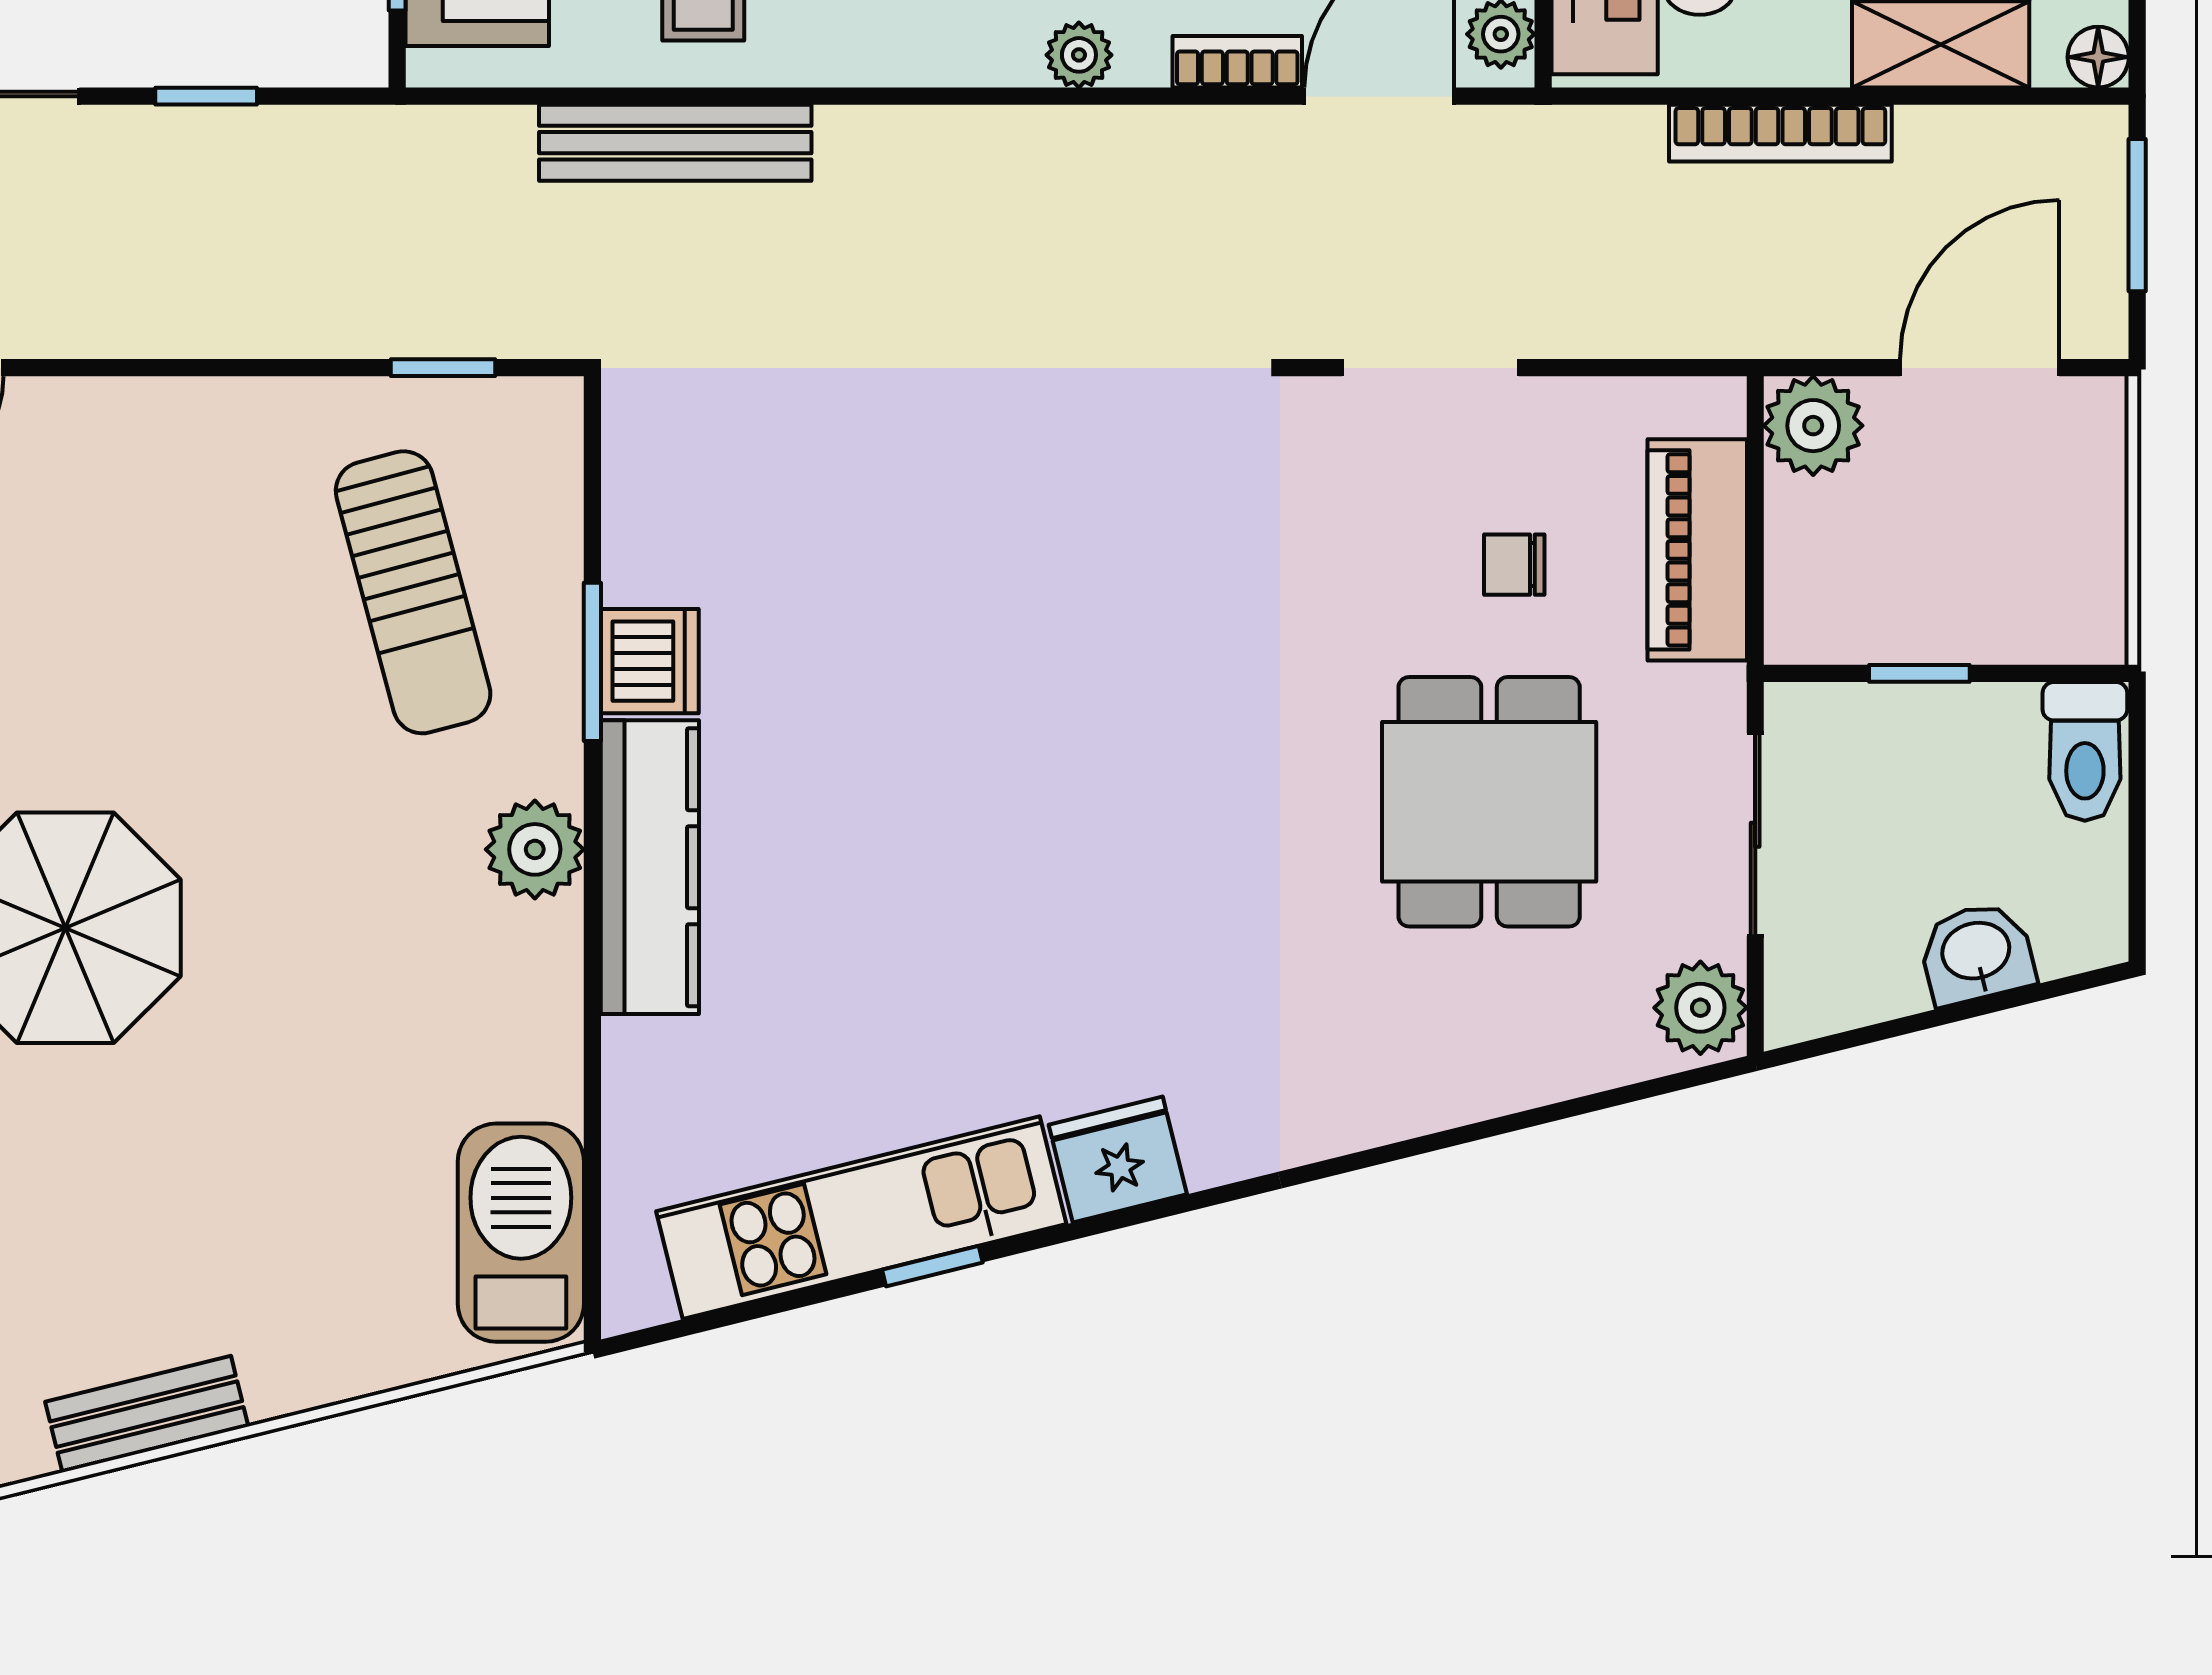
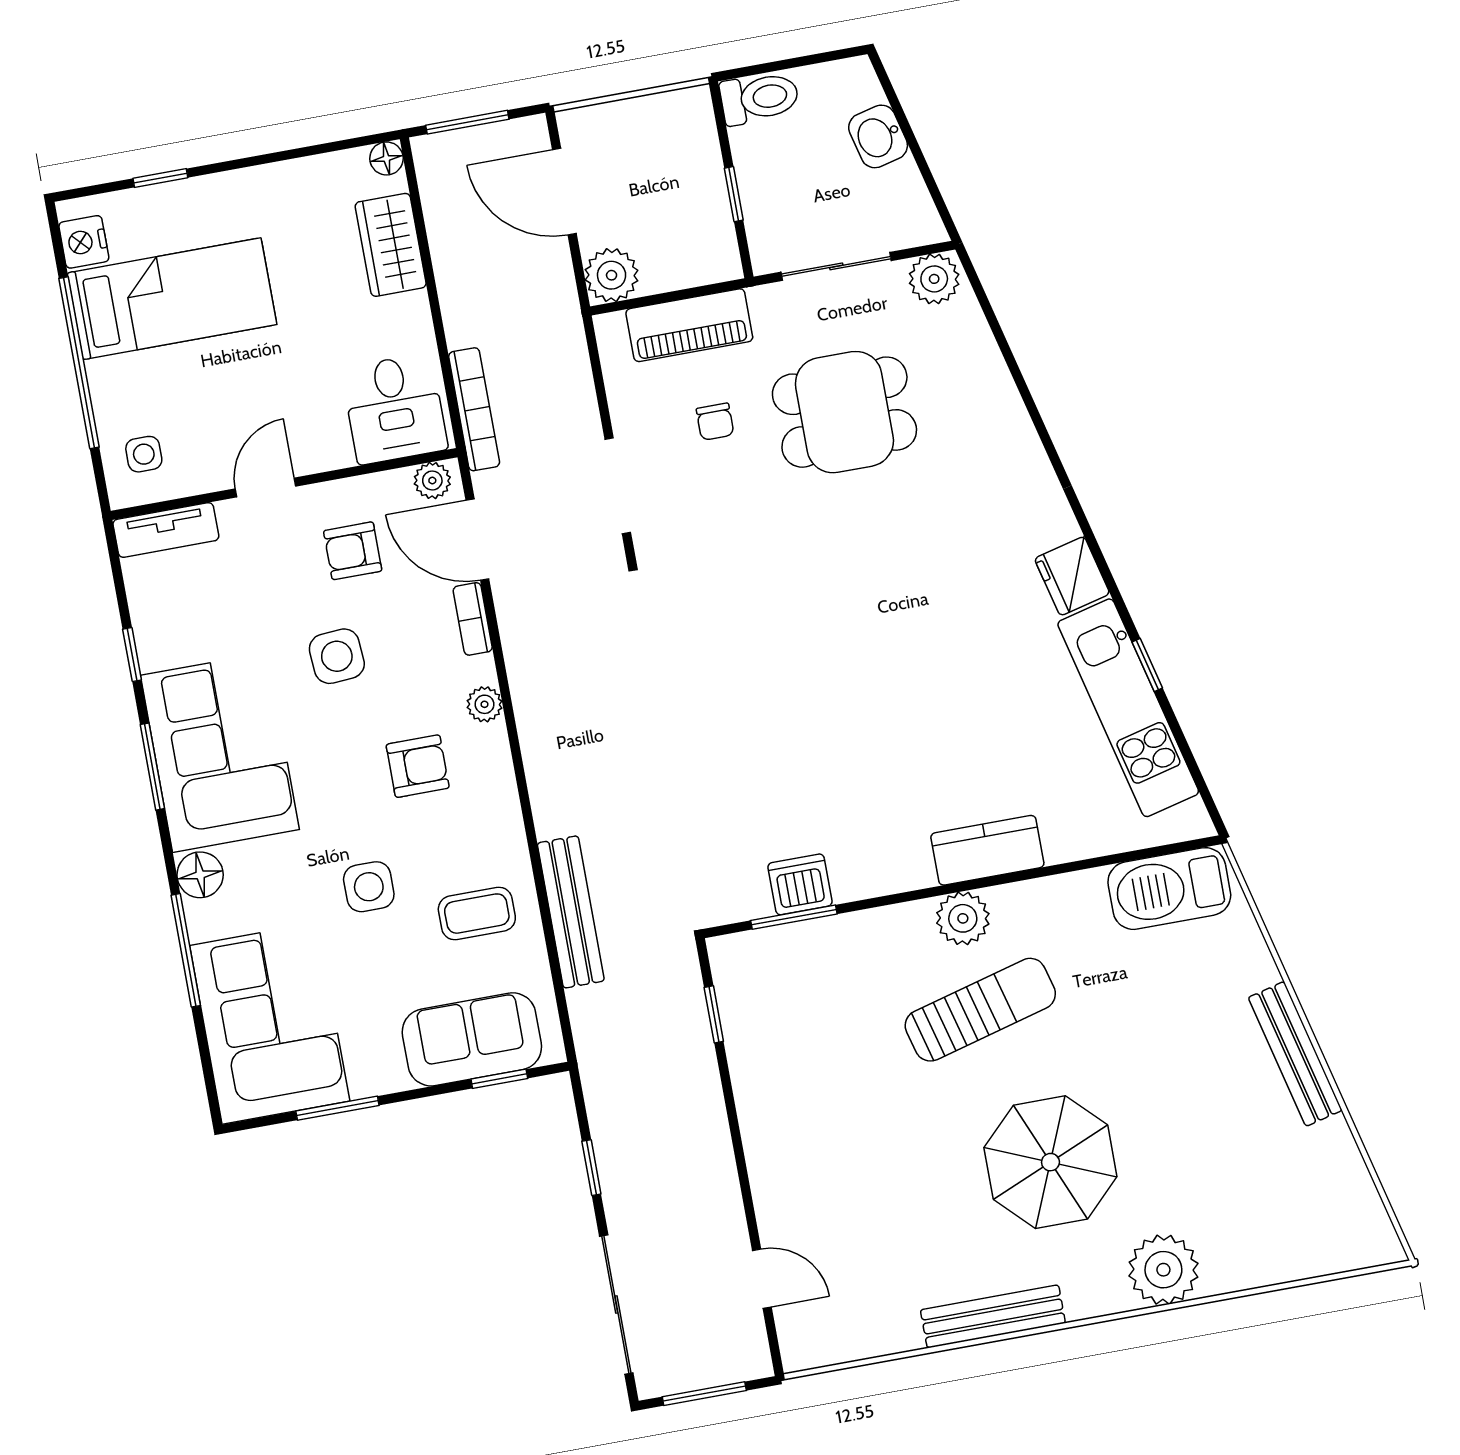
bookcase: (1780, 133) -> (474, 409), moved
sun lounger: (413, 592) -> (980, 1010), moved
dishwasher: (650, 661) -> (800, 884), moved
window: (592, 662) -> (794, 917), moved
kitchen counter: (650, 867) -> (987, 850), width x0.67
bench: (147, 1414) -> (1295, 1054), width x1.36

